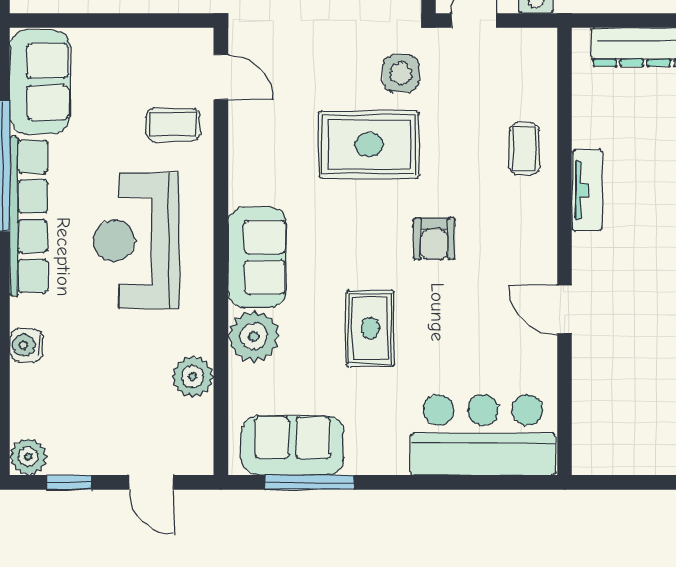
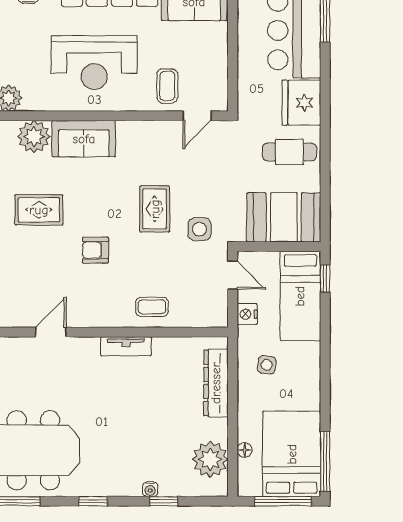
rug: (369, 145) -> (155, 209), width x0.73, depth x0.70
reception desk: (136, 241) -> (94, 63), turned 180

